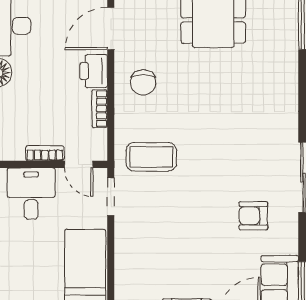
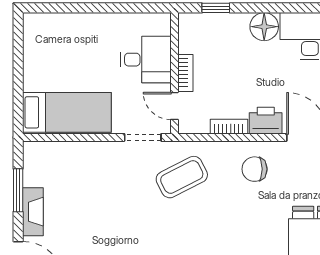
coffee table: (151, 157) -> (182, 177), turned 63
door: (79, 164) -> (174, 106), hinge flipped

